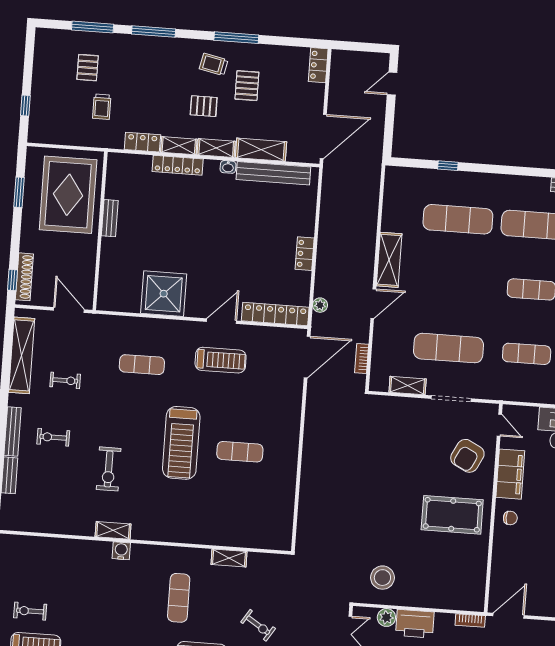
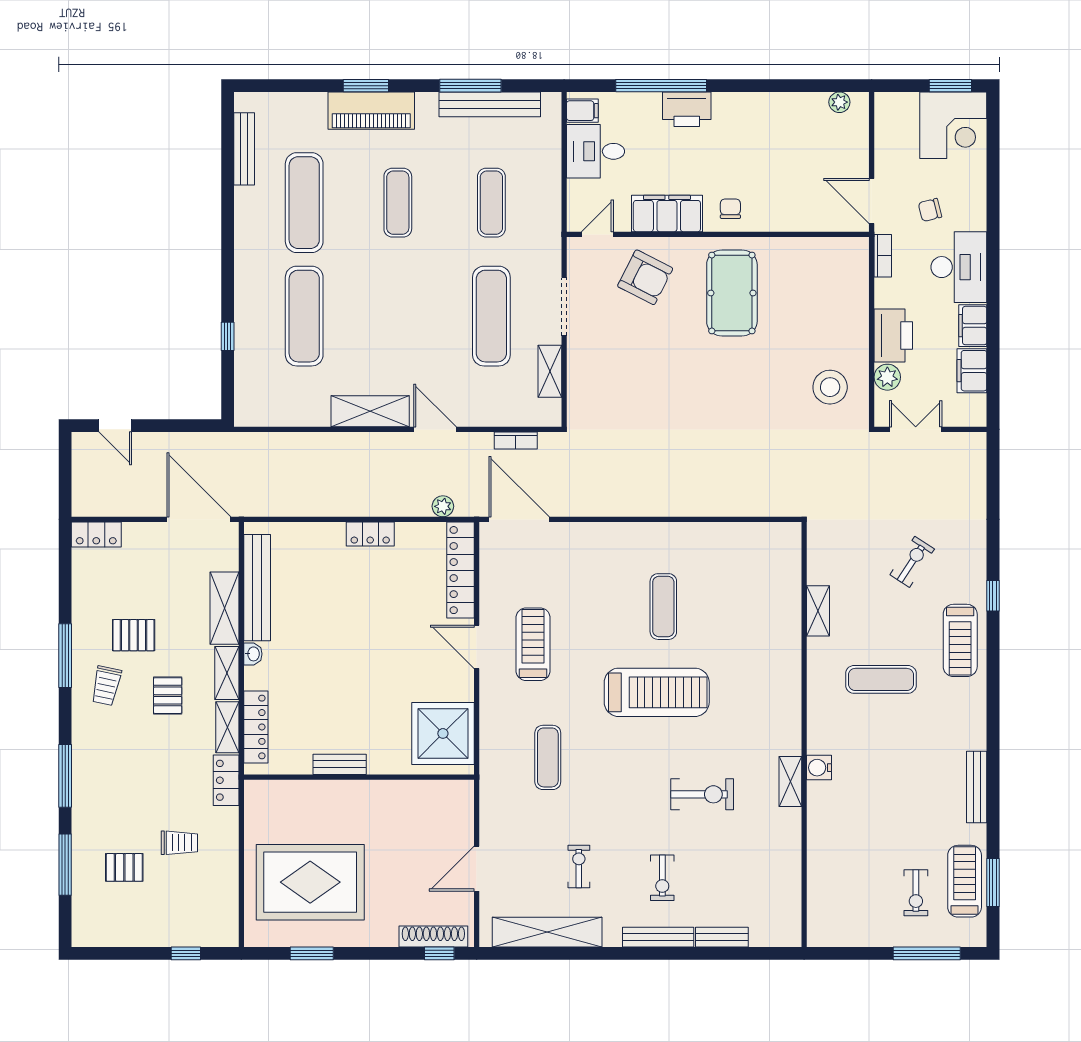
bench: (110, 218) -> (340, 764), moved
wall: (100, 231) -> (359, 777), moved

